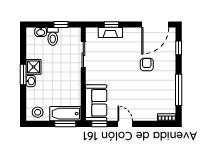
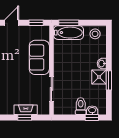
window: (61, 24) -> (92, 118), moved
window: (23, 74) -> (109, 80), moved
sofa: (96, 103) -> (39, 57), moved
door: (125, 124) -> (12, 23), swing flipped

